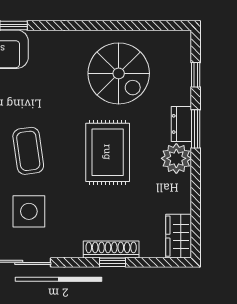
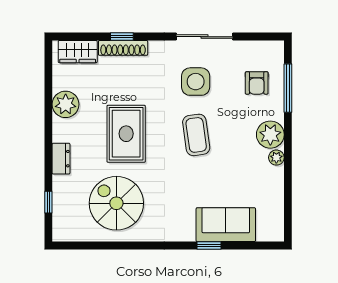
window: (196, 129) -> (48, 154), removed
plant: (176, 158) -> (66, 104), moved
wardrobe: (179, 236) -> (78, 52), moved, turned 90

